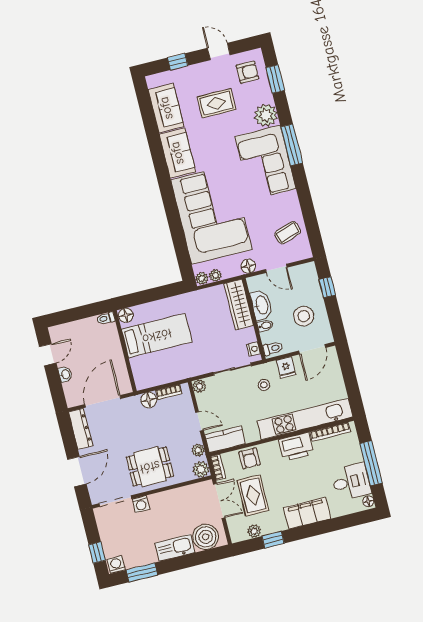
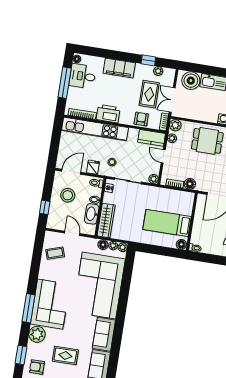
floor lamp: (248, 266) -> (103, 245), moved

